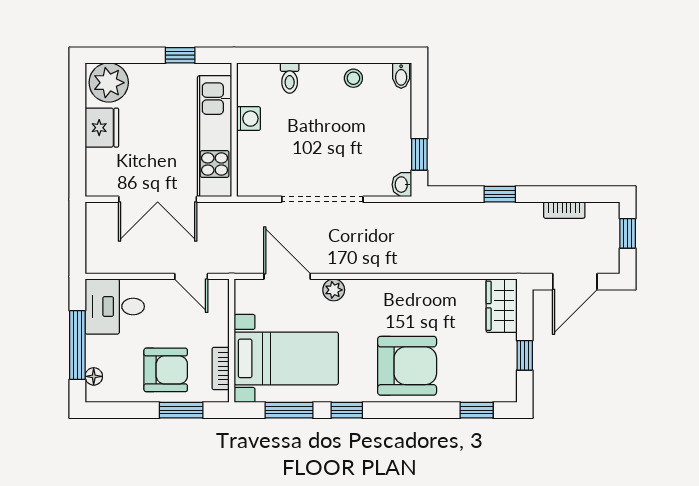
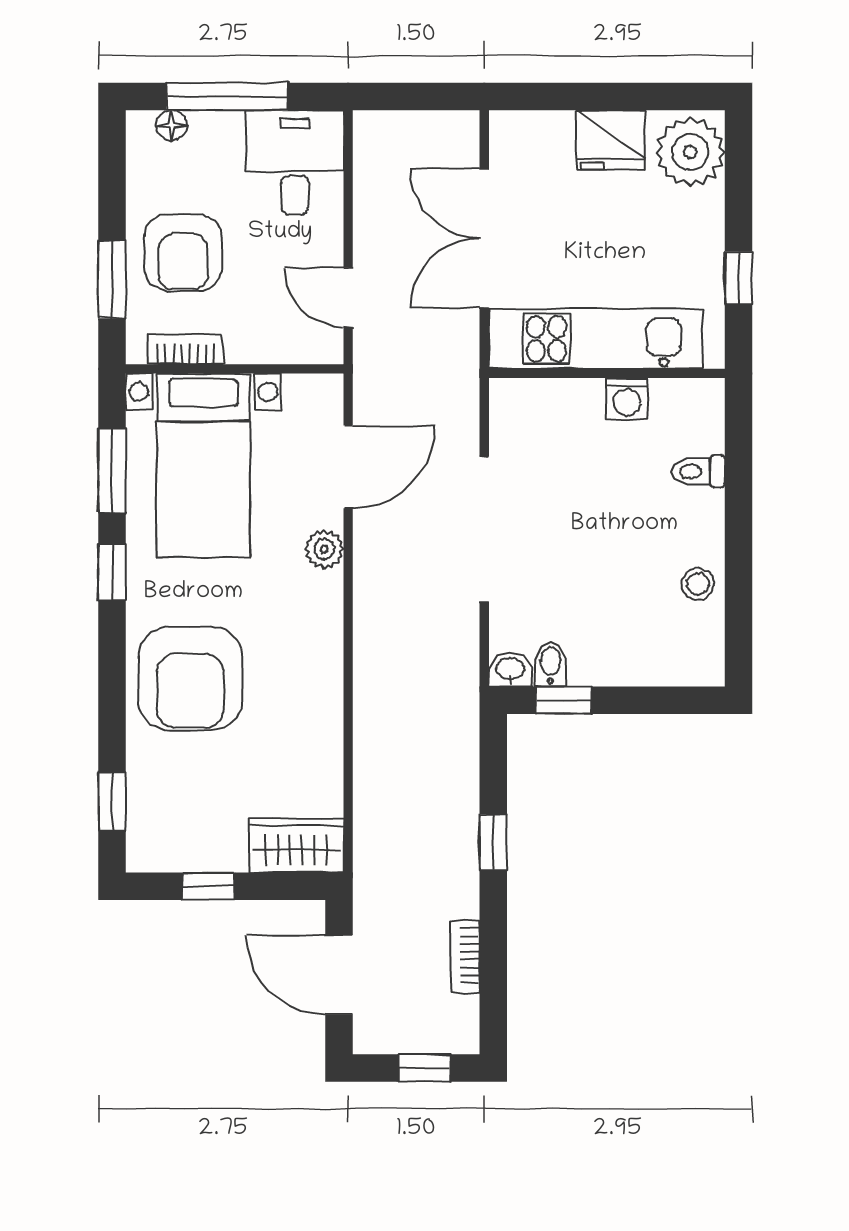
bidet: (401, 76) -> (550, 664), moved, turned 90
door: (191, 276) -> (348, 297), hinge flipped

